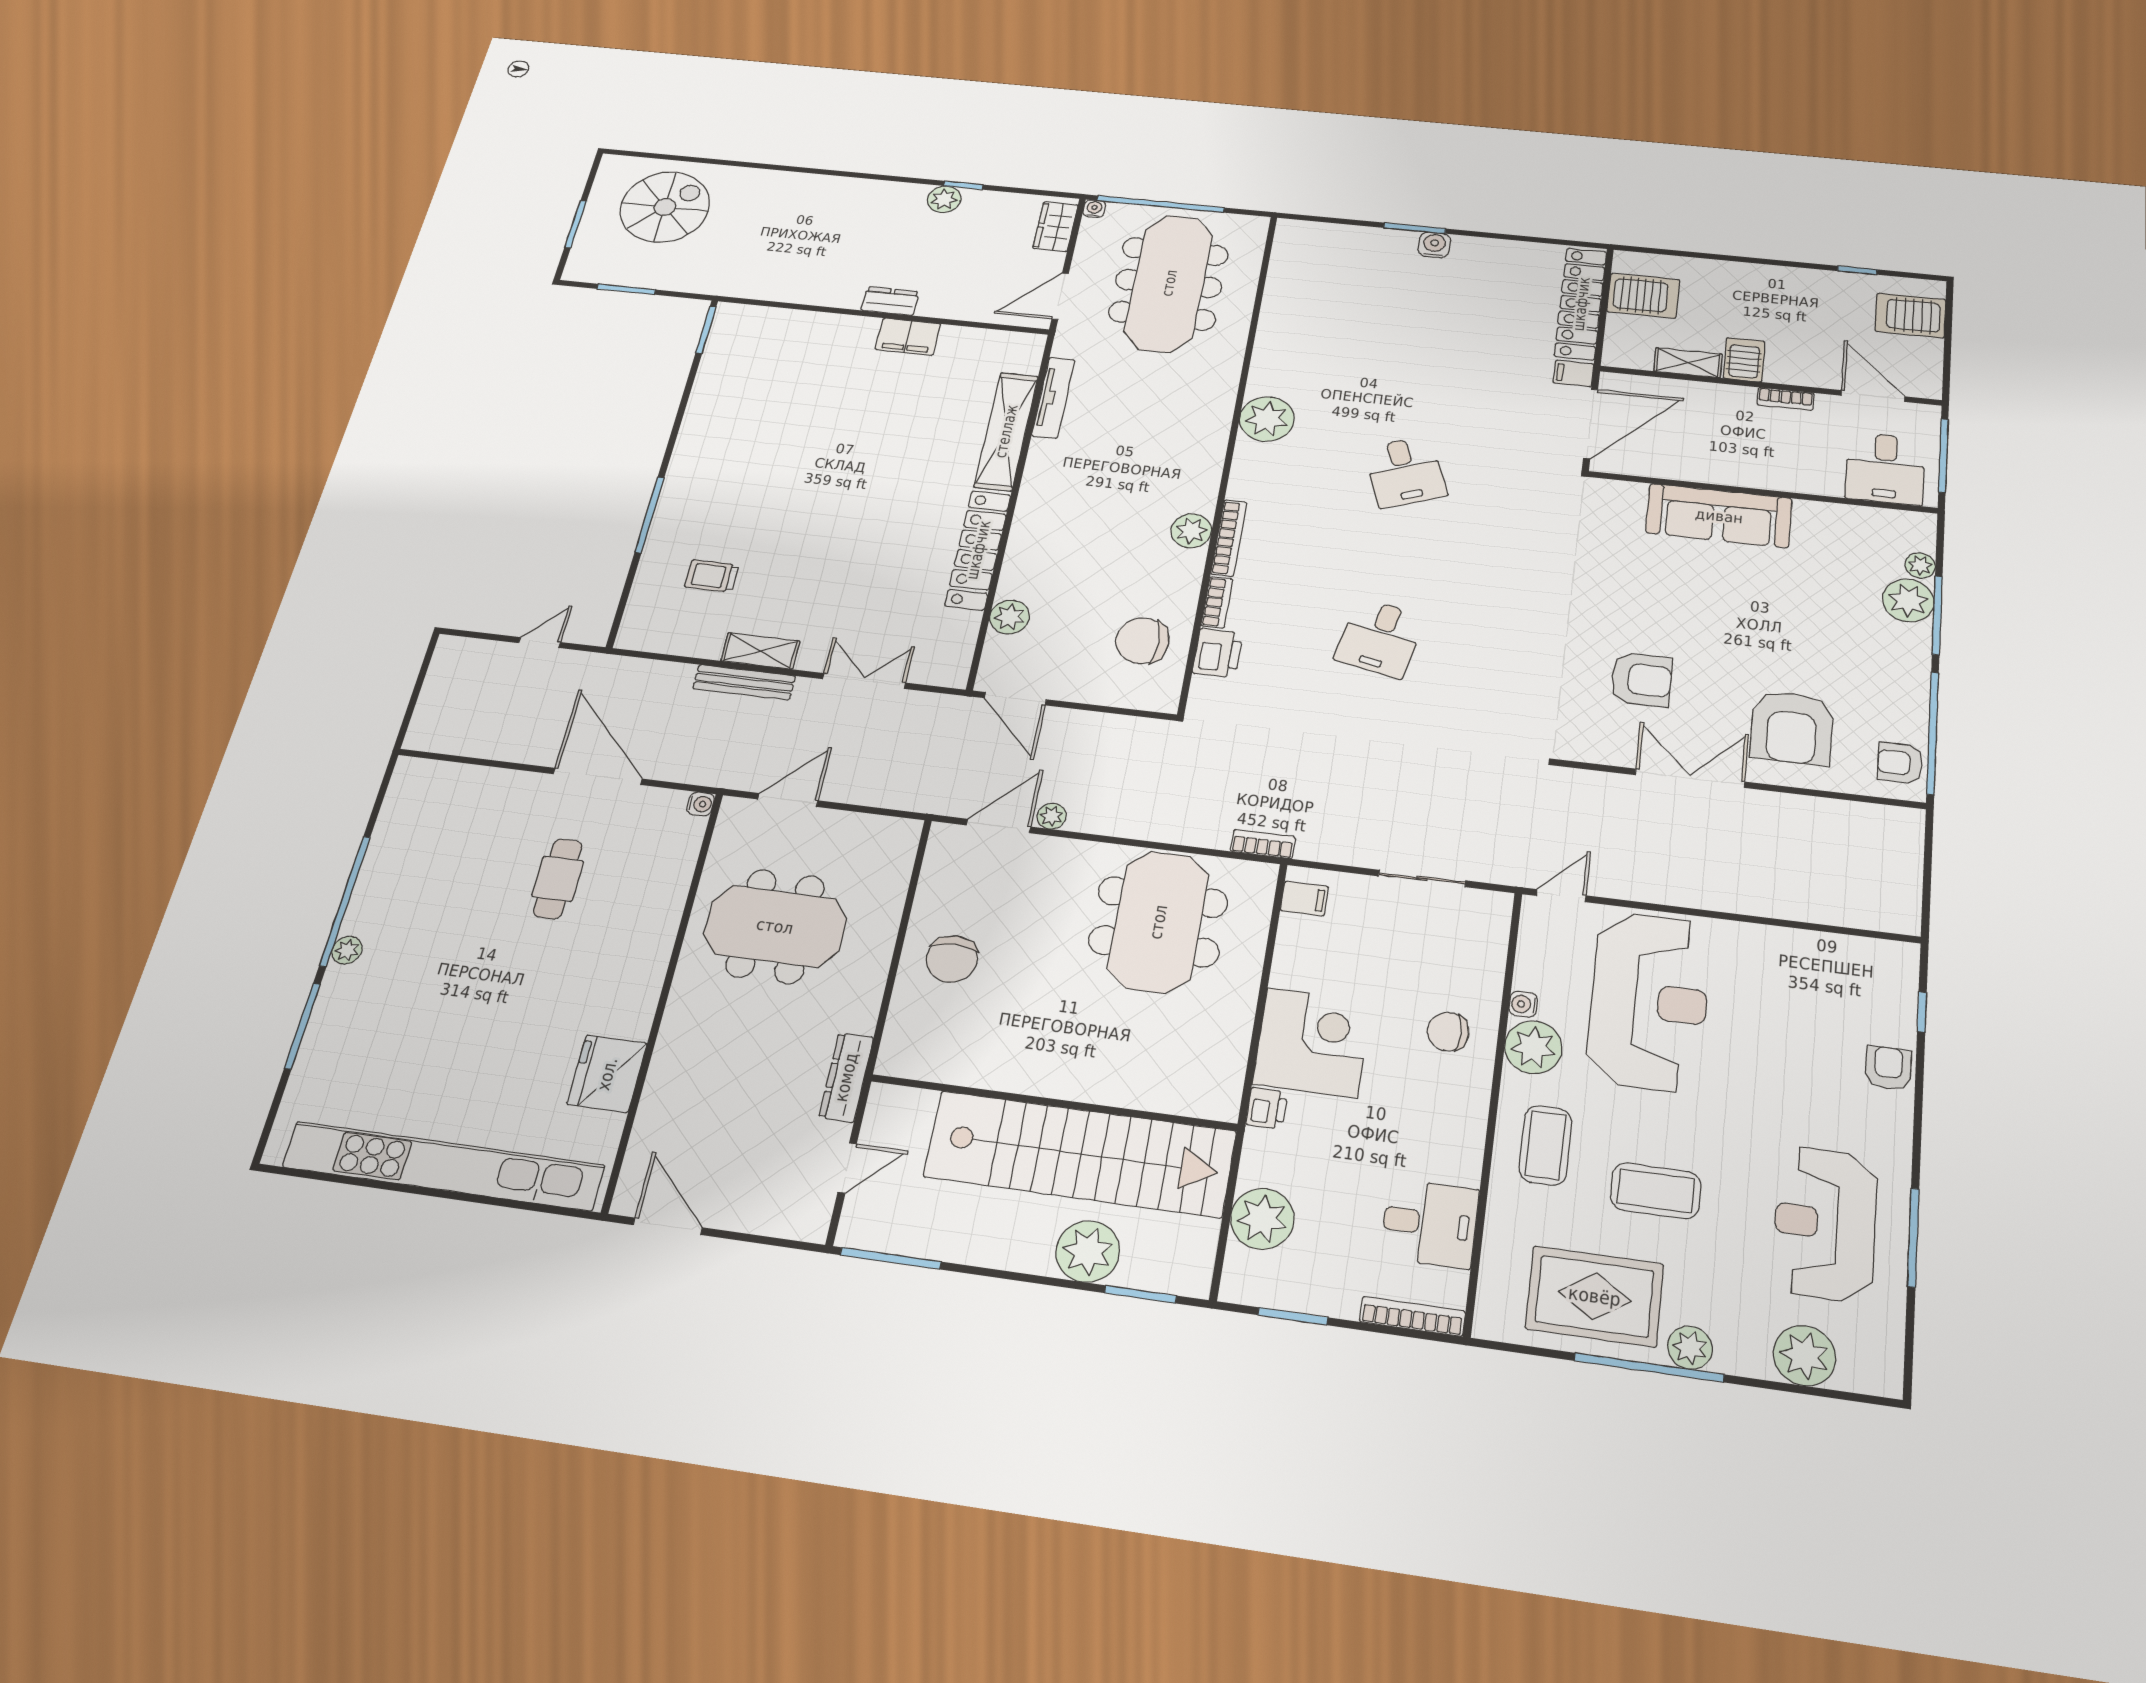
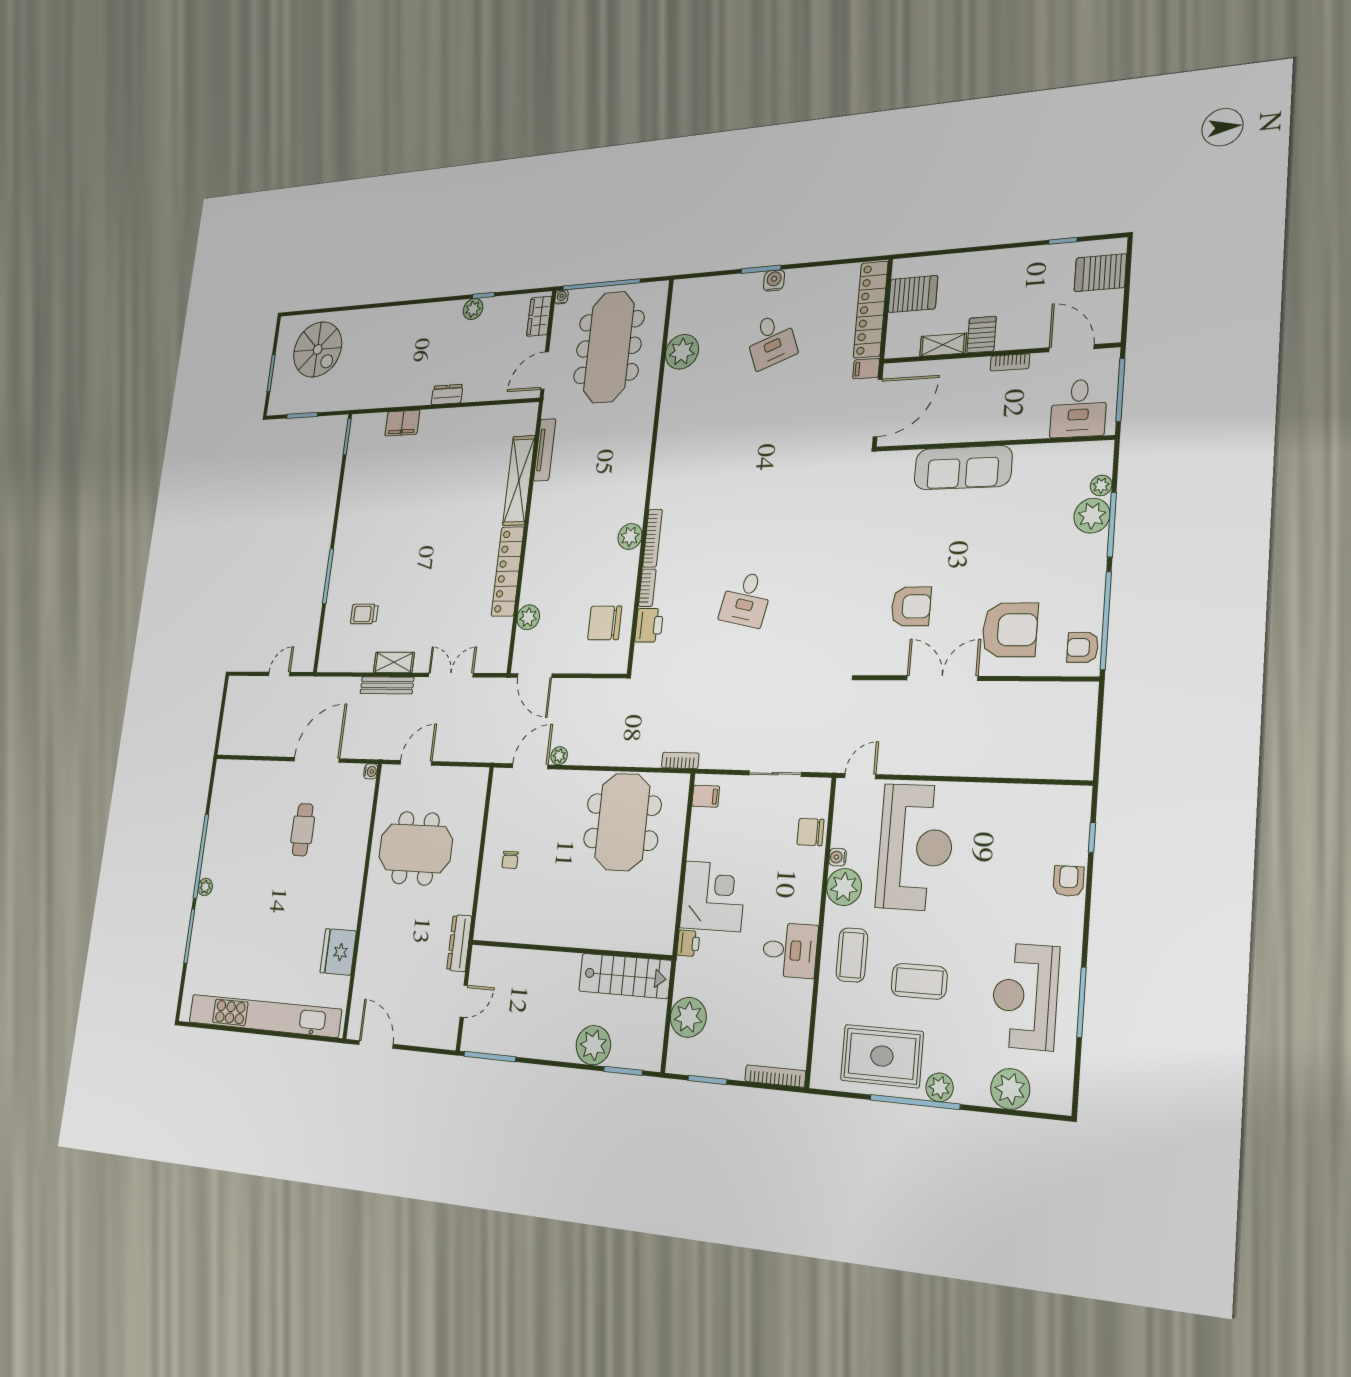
spiral stairs: (665, 207) -> (318, 349), turned 90
filing cabinet: (908, 337) -> (402, 423), moved
plant: (1267, 419) -> (682, 352), moved
desk: (1405, 472) -> (771, 341), moved
armchair: (1792, 728) -> (1010, 630), turned -90
door: (598, 776) -> (317, 760), hinge flipped
chair: (952, 959) -> (510, 860), width x0.54, depth x0.54
chair: (1448, 1032) -> (810, 832), moved
stairs: (1080, 1154) -> (625, 976), width x0.54, depth x0.66
desk: (1430, 1223) -> (790, 950), moved

